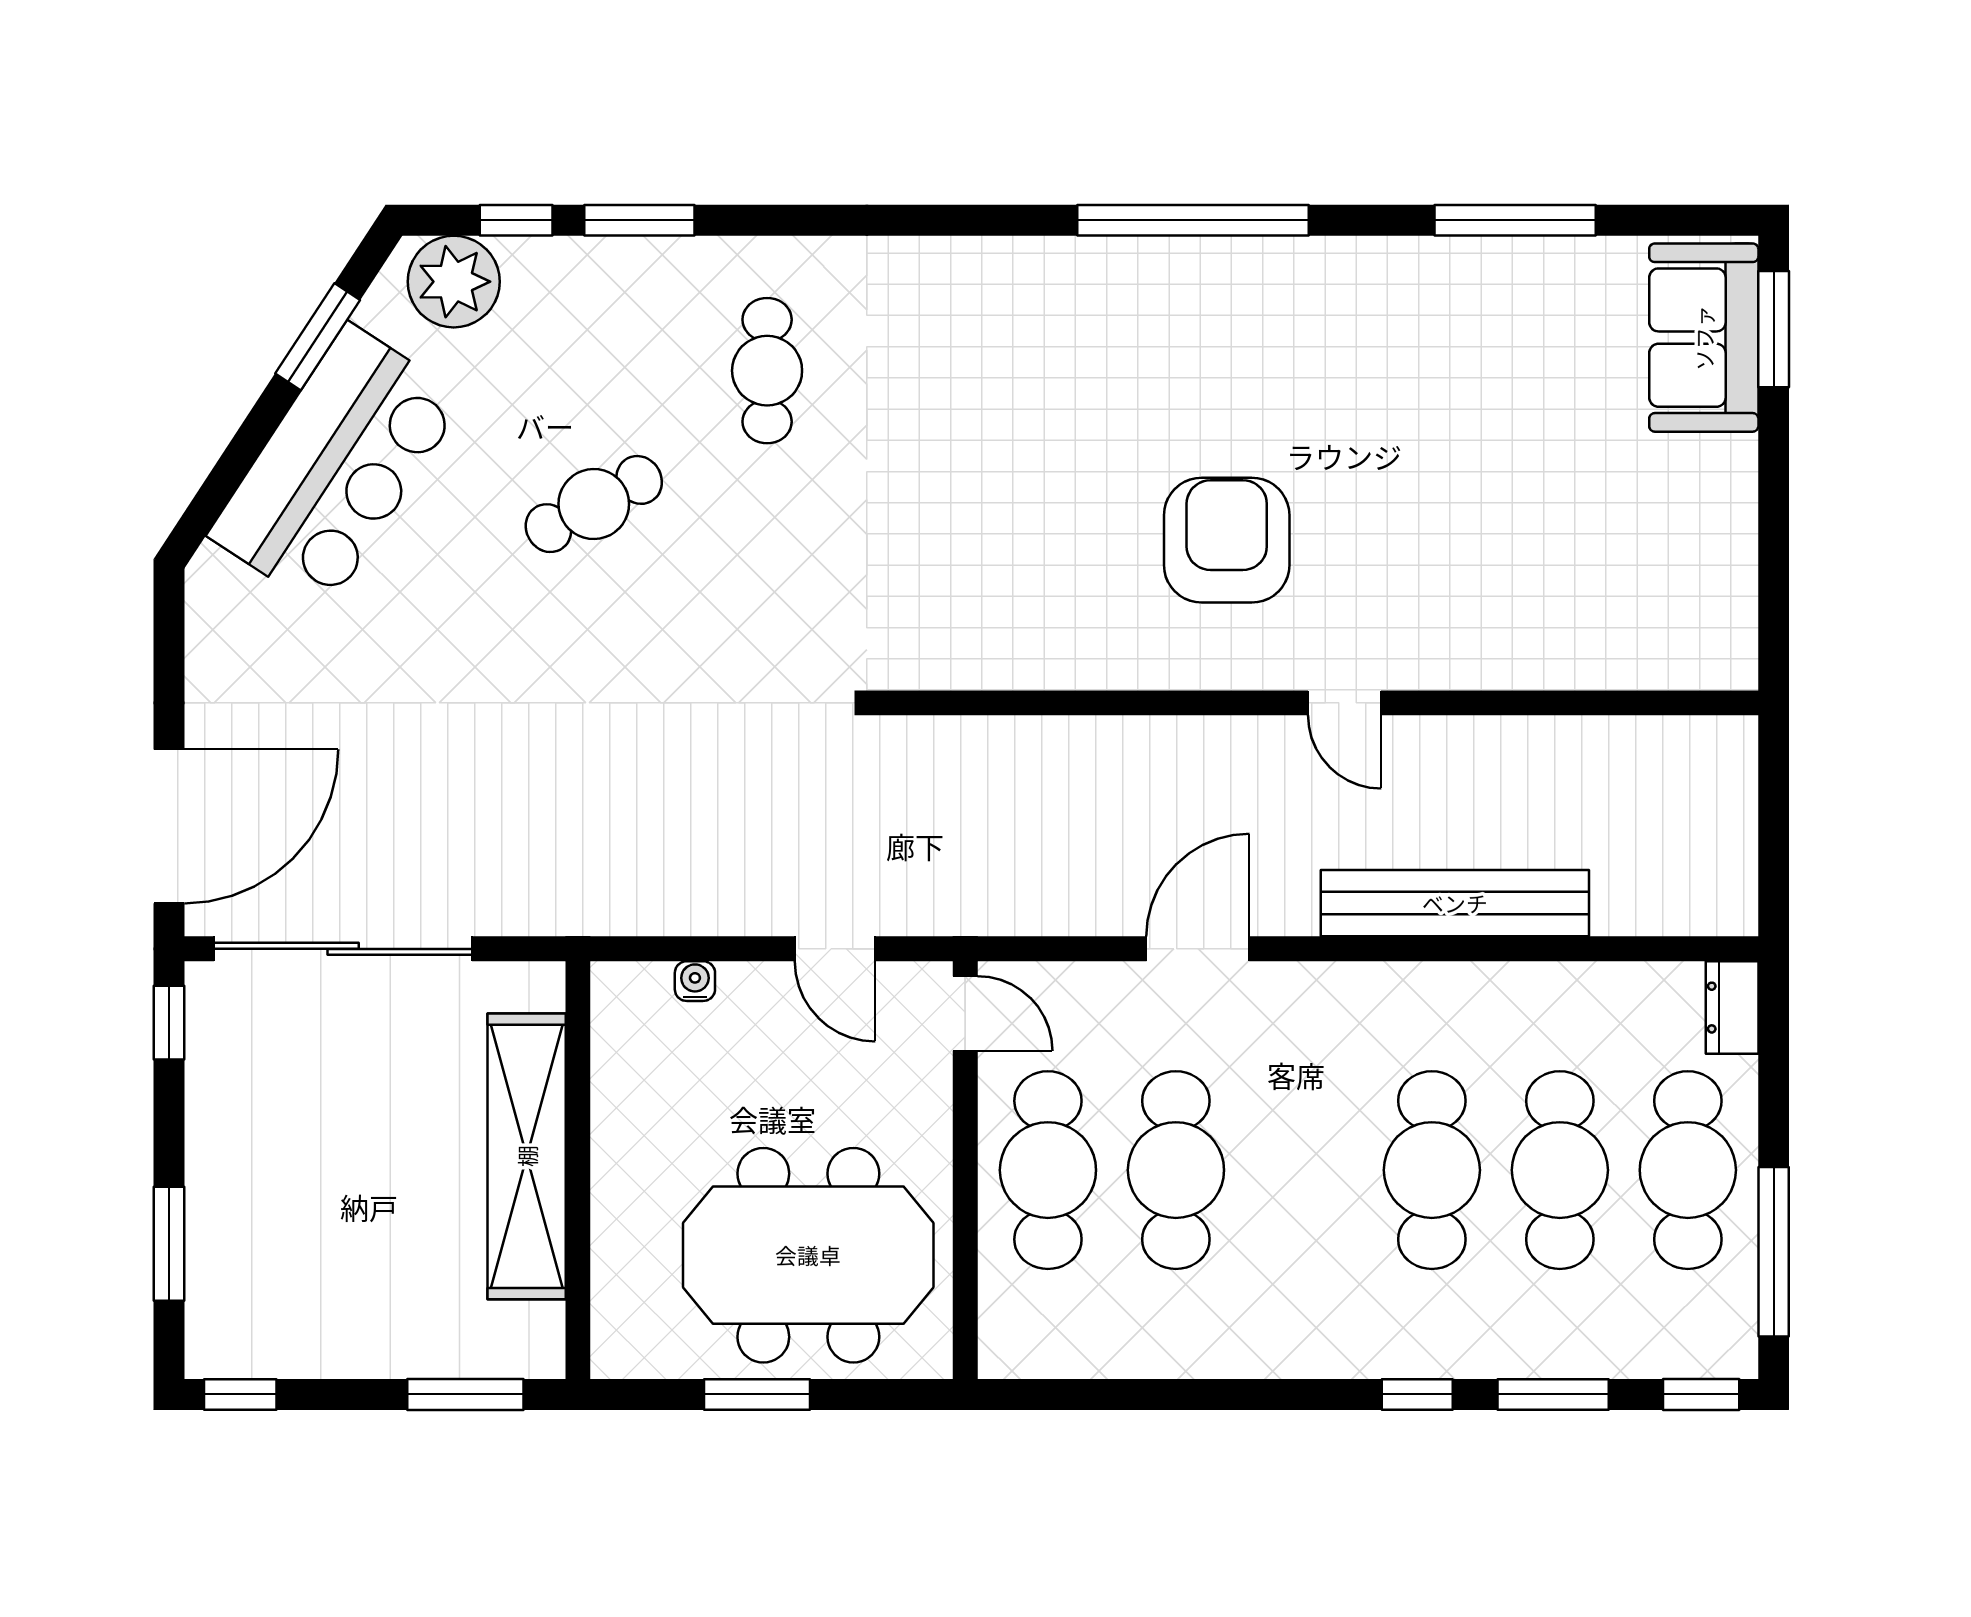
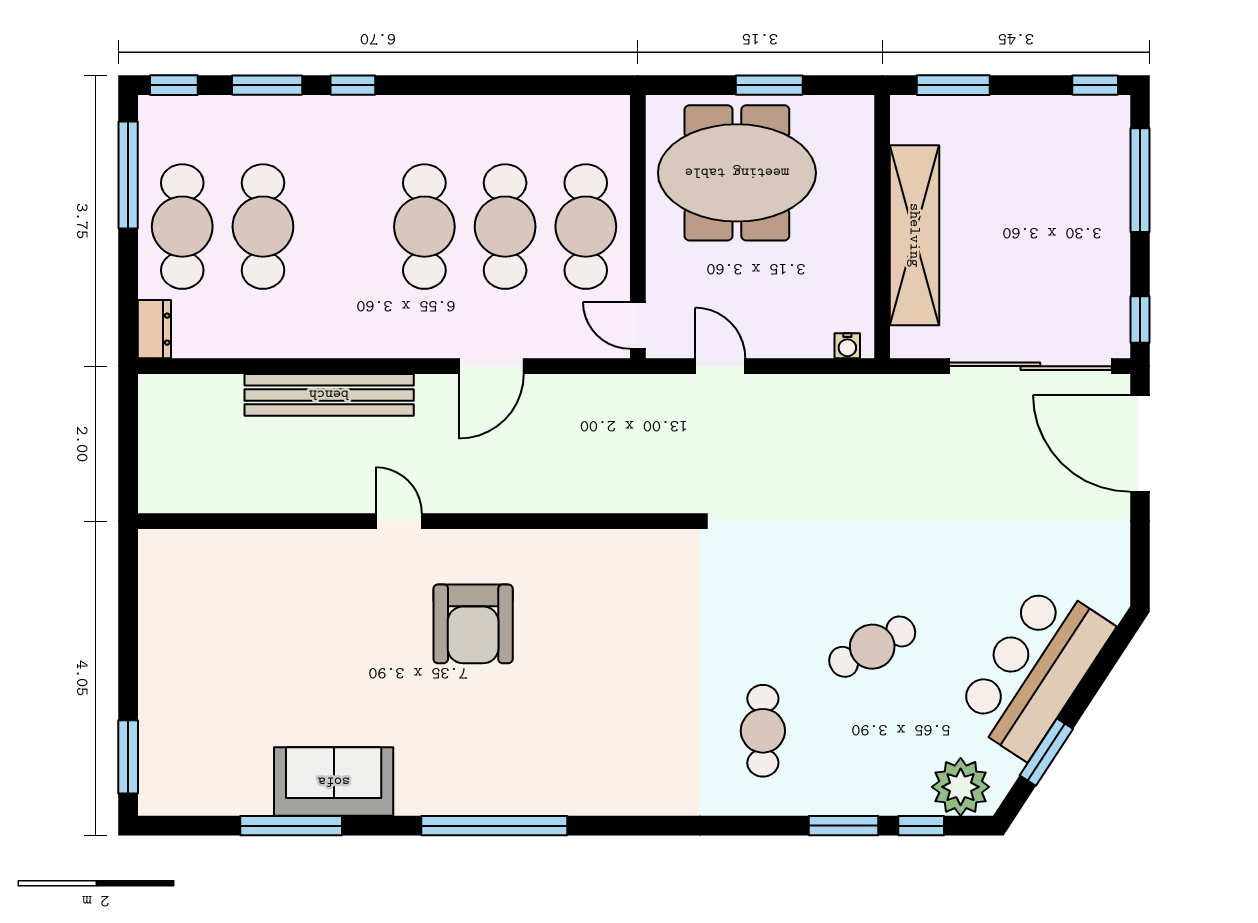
sofa: (1704, 338) -> (334, 782), moved, turned -90
door: (169, 826) -> (1140, 443), hinge flipped
water cooler: (695, 981) -> (847, 346), moved
cafe table: (1432, 1170) -> (424, 227), moved
window: (169, 1244) -> (1140, 180), width x1.44

